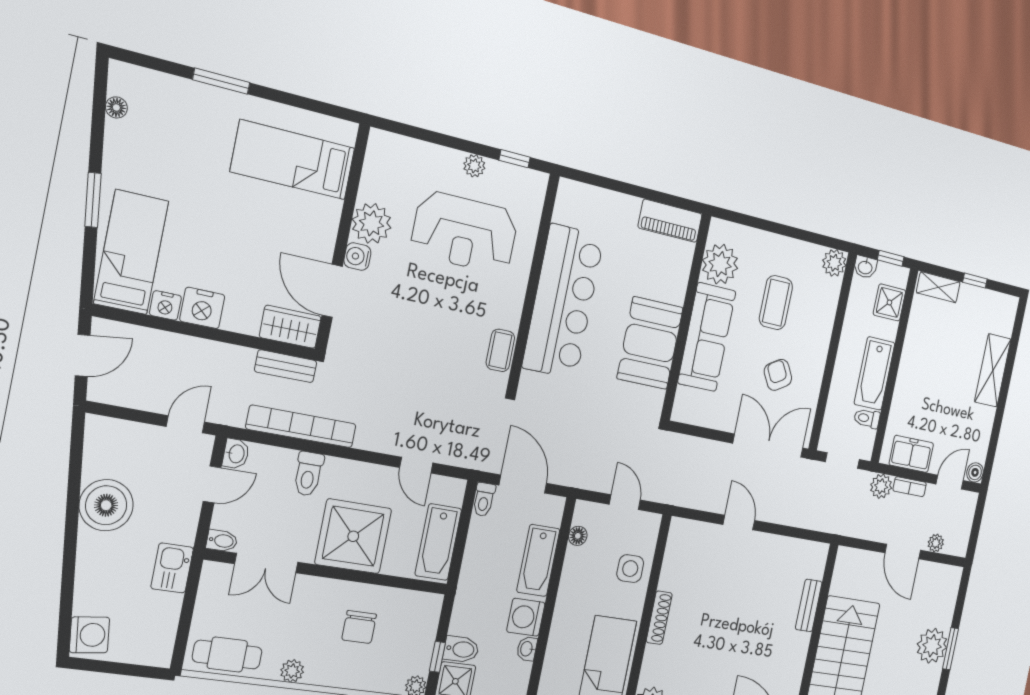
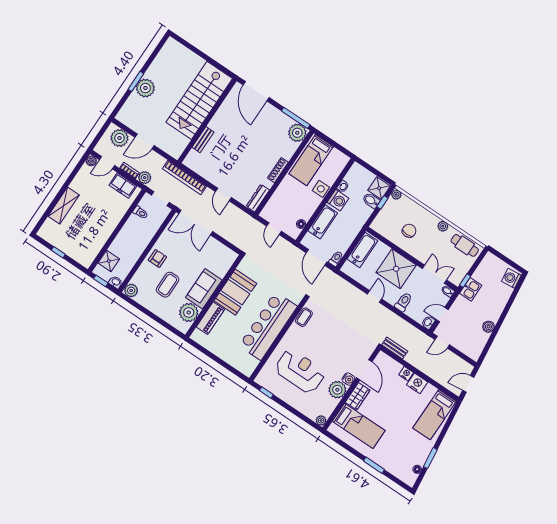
plant: (474, 166) -> (321, 420), moved
window: (93, 200) -> (430, 458), moved
piano: (670, 221) -> (210, 318), moved, turned 90
shelving: (938, 287) -> (80, 257), removed
nightstand: (165, 305) -> (406, 374), moved
wardrobe: (290, 327) -> (358, 396), moved, turned -90
sofa: (707, 337) -> (204, 289), width x0.73
bathtub: (875, 373) -> (129, 232), removed
armchair: (778, 375) -> (157, 258), moved, turned -150
bookcase: (301, 426) -> (184, 177), moved
door: (416, 465) -> (375, 296), moved
boiler: (106, 505) -> (488, 327), width x0.54, depth x0.54
plant: (936, 543) -> (119, 138), width x1.88, depth x1.88
dresser: (676, 546) -> (258, 198), added
door: (903, 552) -> (145, 141), swing flipped
side table: (630, 569) -> (321, 189), moved
window: (193, 581) -> (465, 281), added

